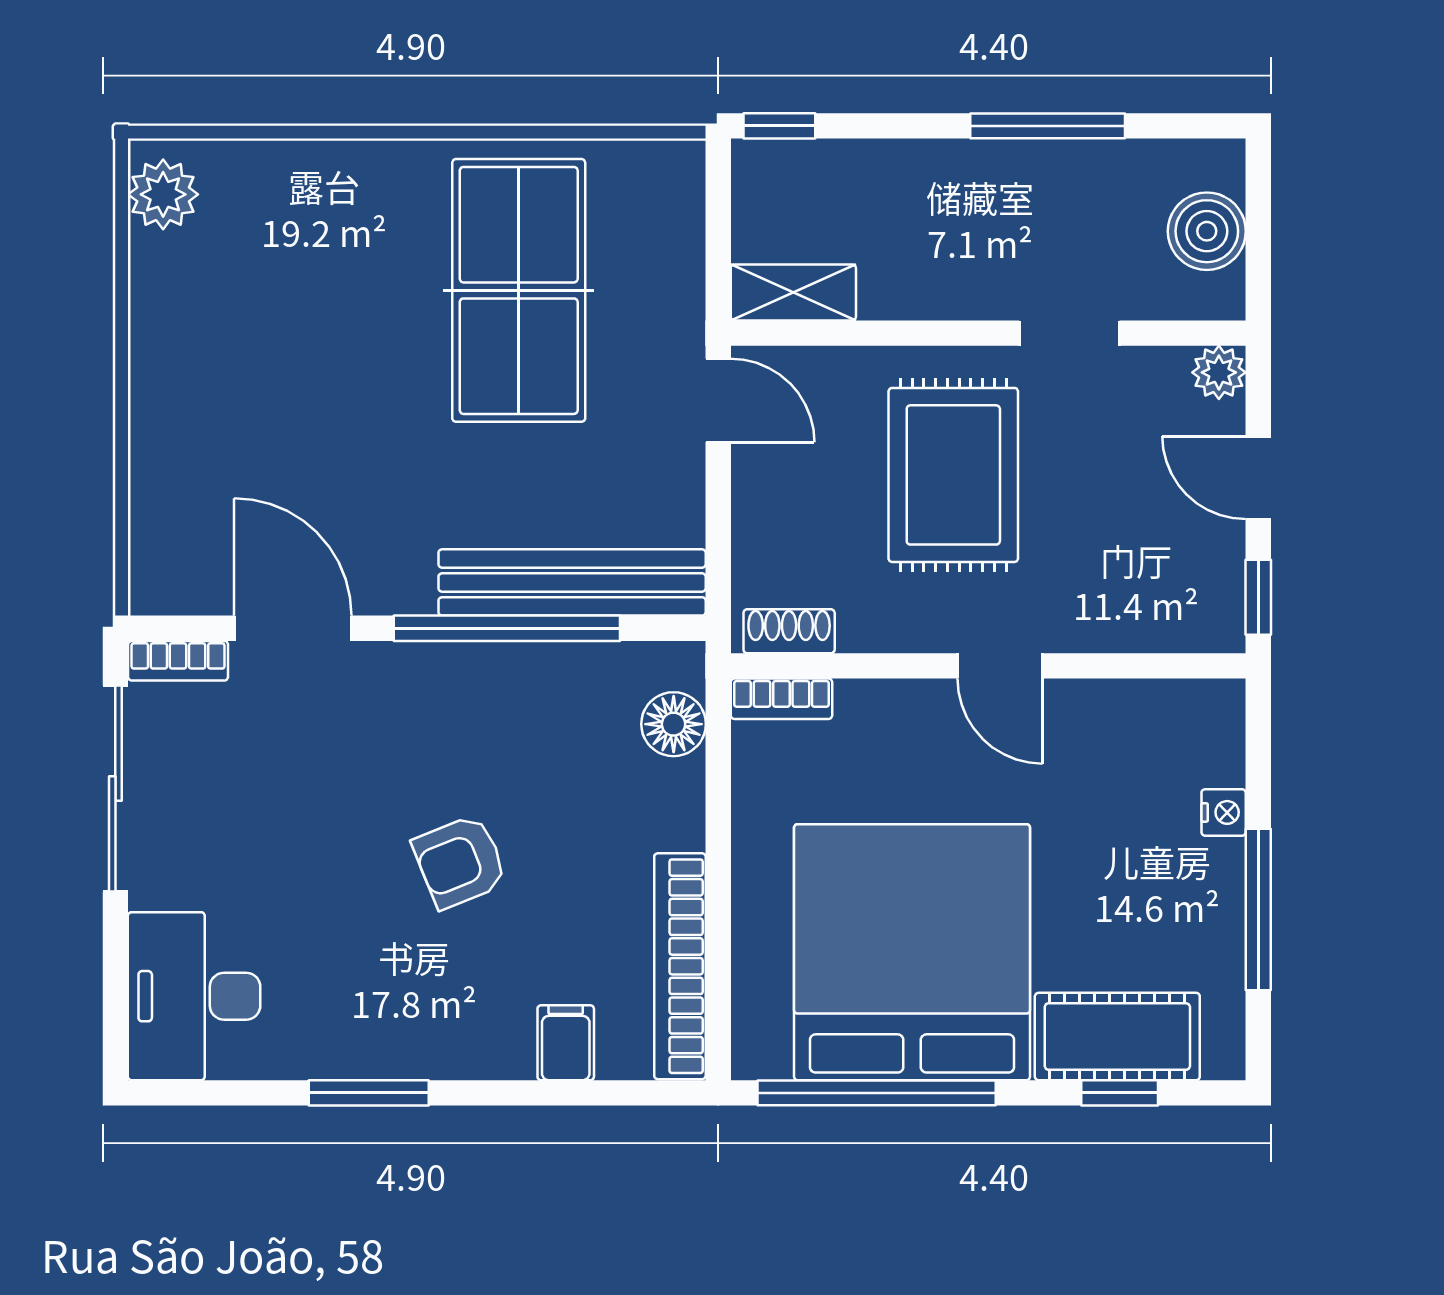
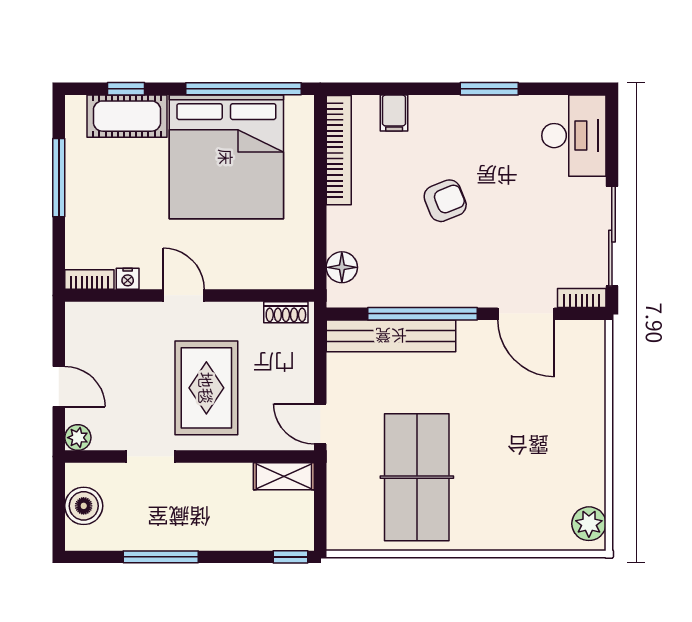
window: (1258, 597) -> (59, 329), removed
bookcase: (781, 699) -> (89, 280), moved
nightstand: (1224, 812) -> (128, 279), moved, turned -90

